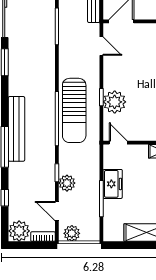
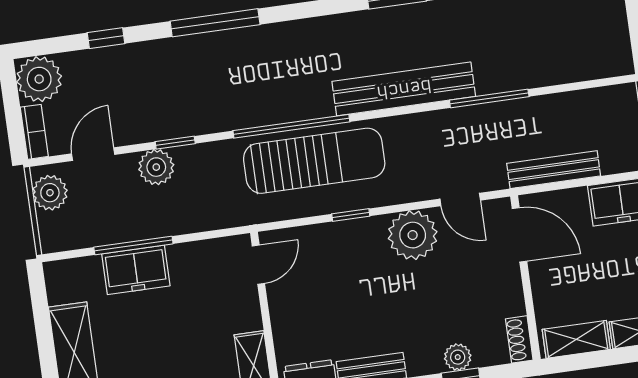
door: (101, 46) -> (460, 200), hinge flipped
plant: (115, 102) -> (413, 235), moved
sun lounger: (74, 110) -> (314, 161), turned 180
bench: (16, 129) -> (404, 89), moved
freezer: (113, 184) -> (136, 270), moved

